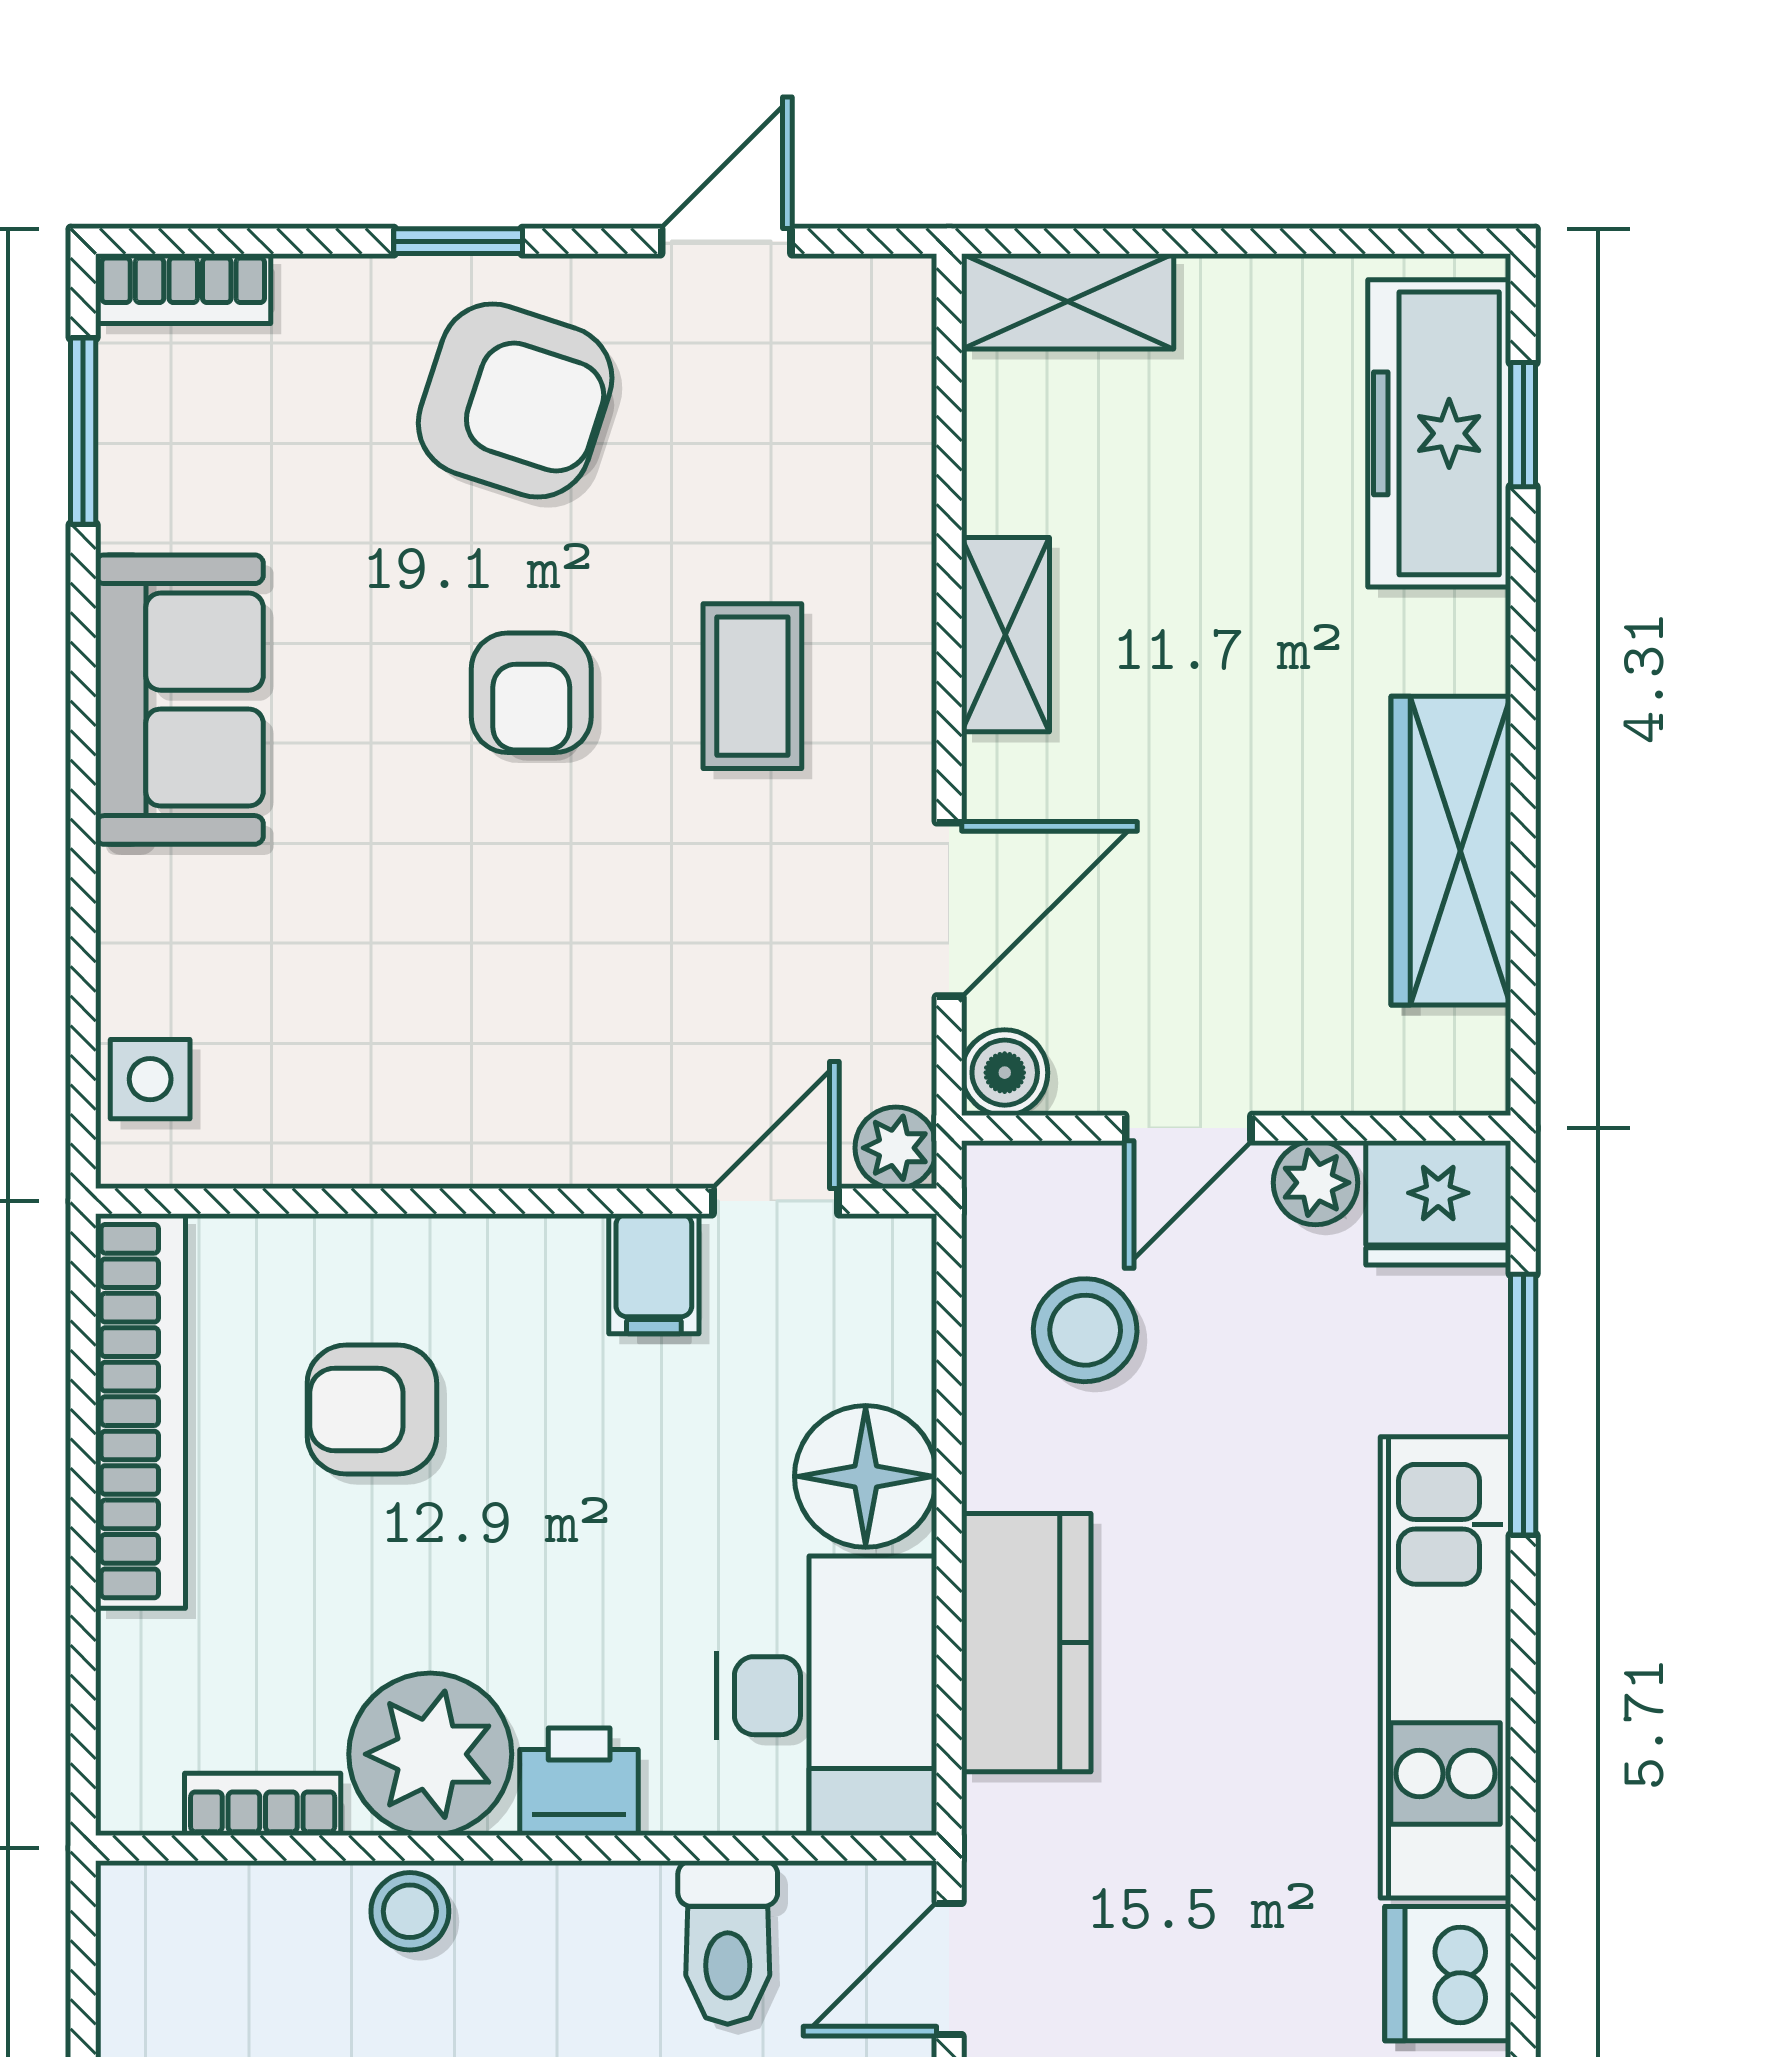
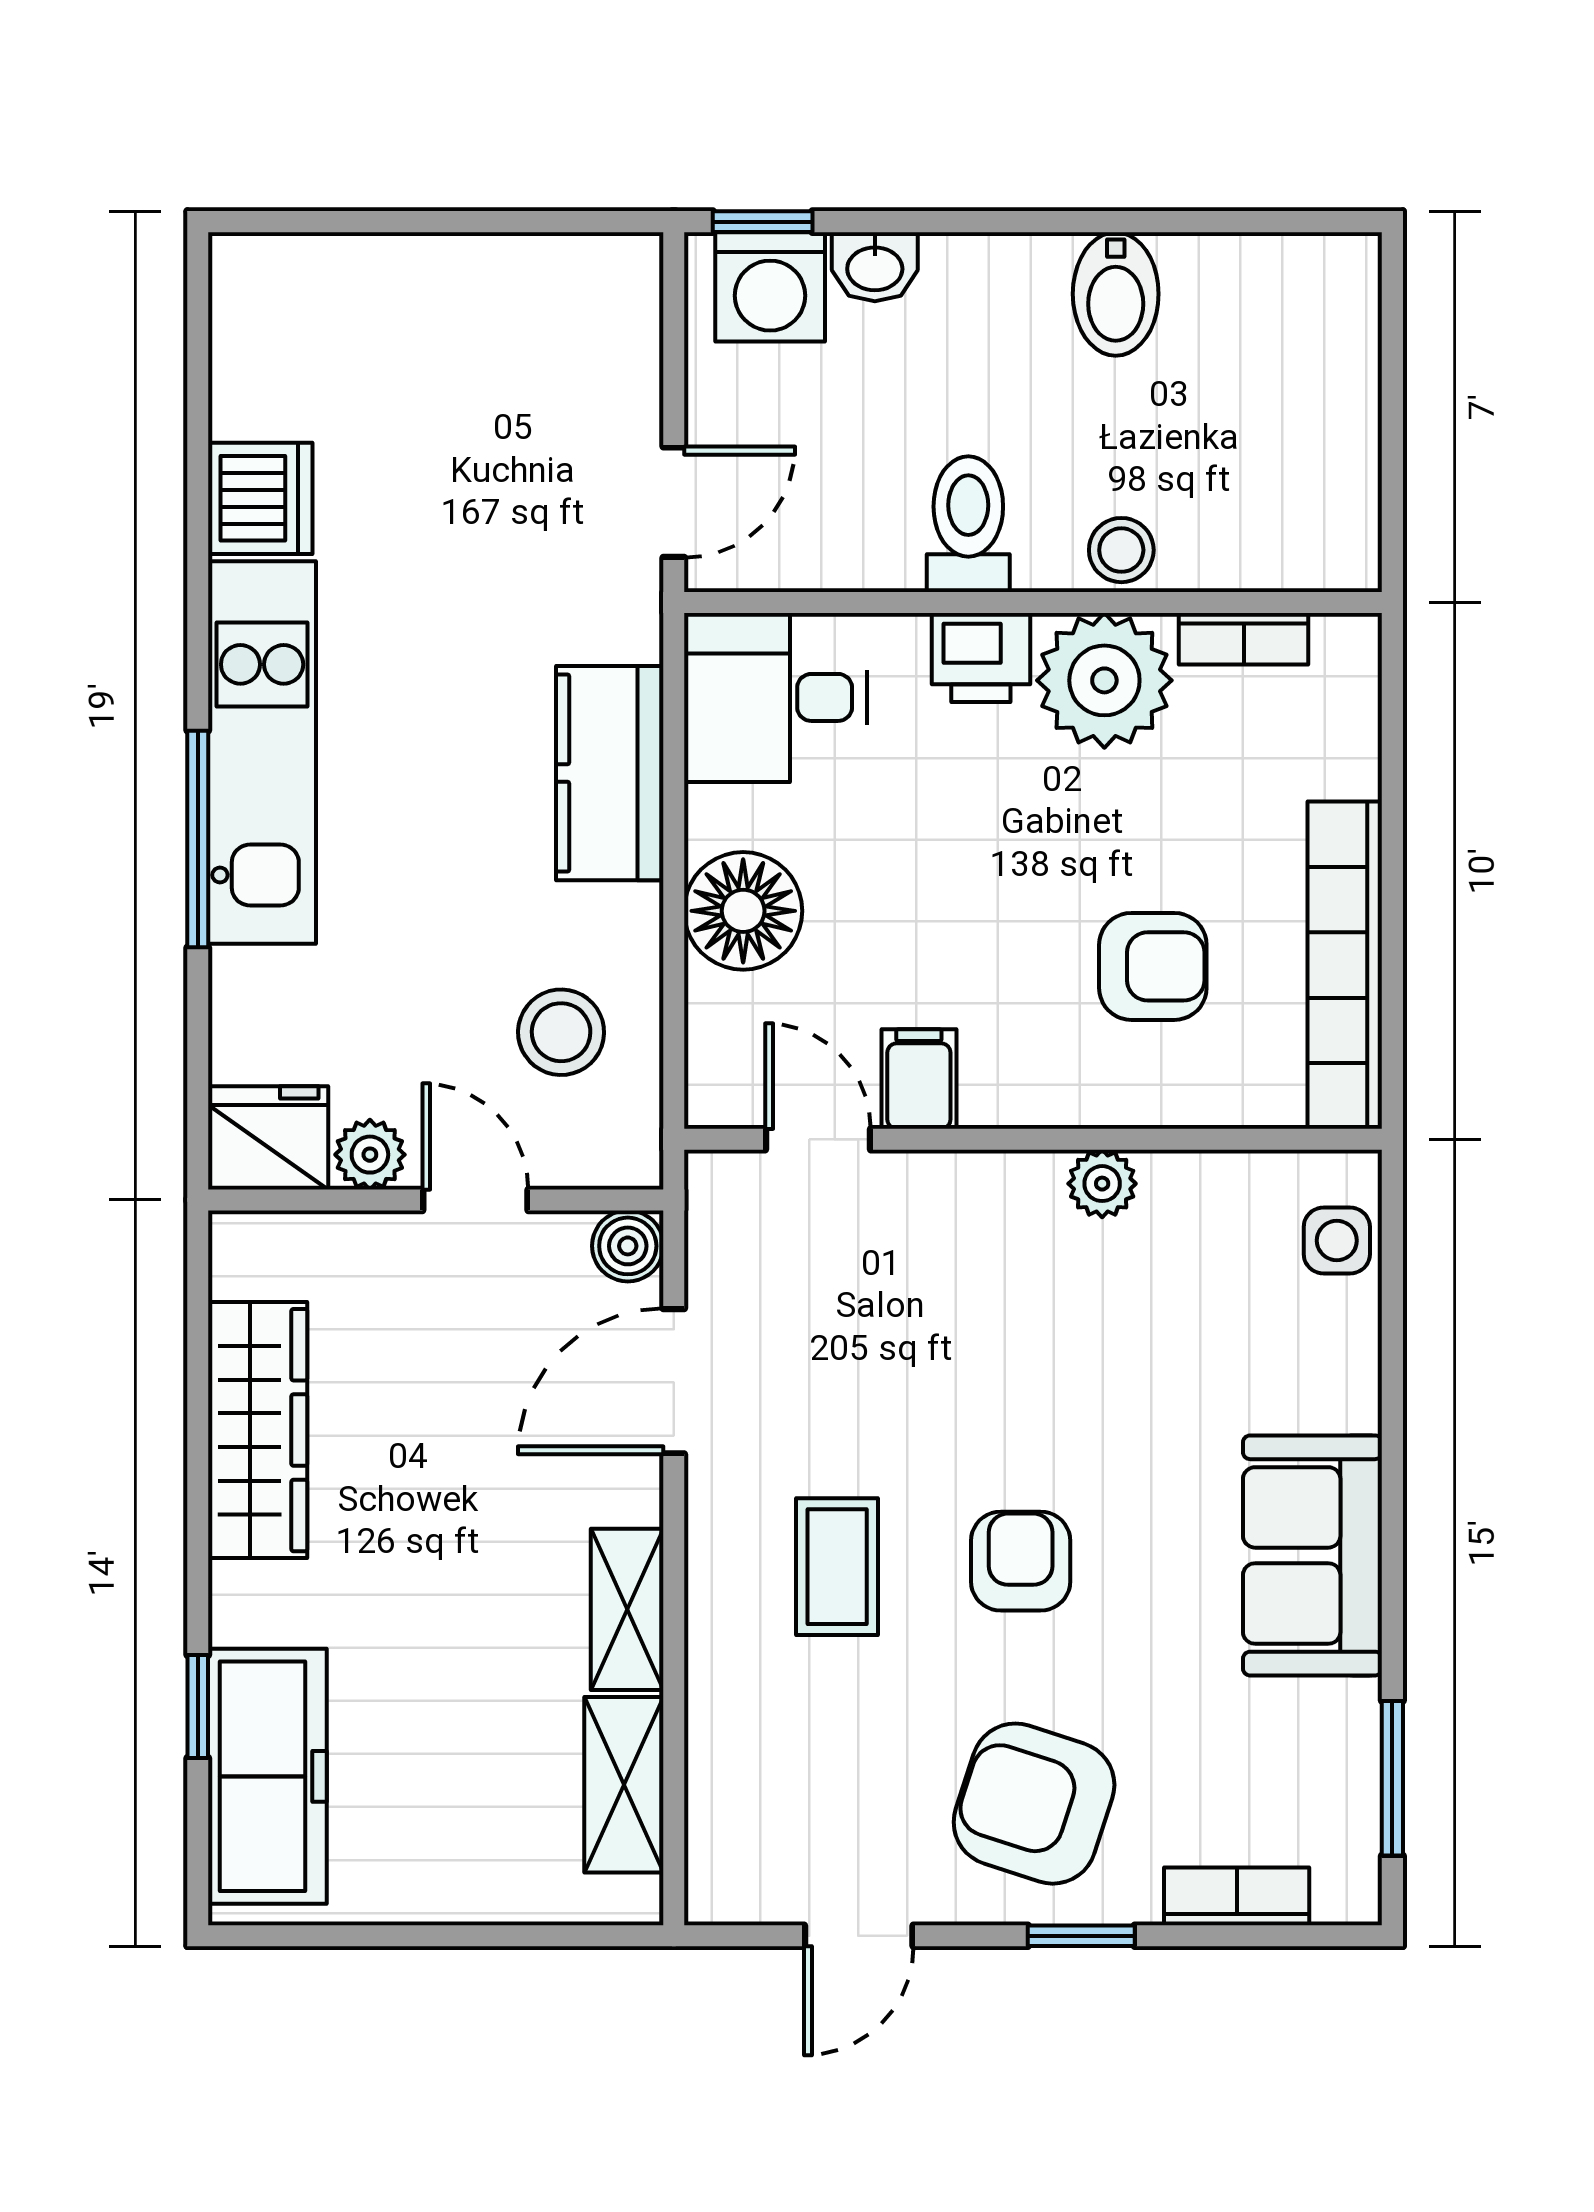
bookcase: (183, 289) -> (1237, 1896), moved
shelving: (1068, 301) -> (624, 1785), moved, turned 90
window: (1523, 425) -> (198, 1706), moved
door: (1188, 1128) -> (475, 1200), hinge flipped
plant: (896, 1148) -> (1102, 1184), moved
door: (775, 1201) -> (818, 1139), swing flipped
window: (1523, 1405) -> (198, 839), moved
desk: (827, 1696) -> (775, 697), width x0.73
toilet: (728, 1942) -> (968, 524), moved

